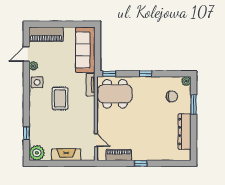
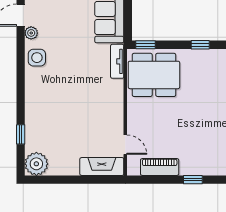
rug: (60, 98) -> (71, 82), removed
fireplace: (66, 155) -> (102, 167), moved

